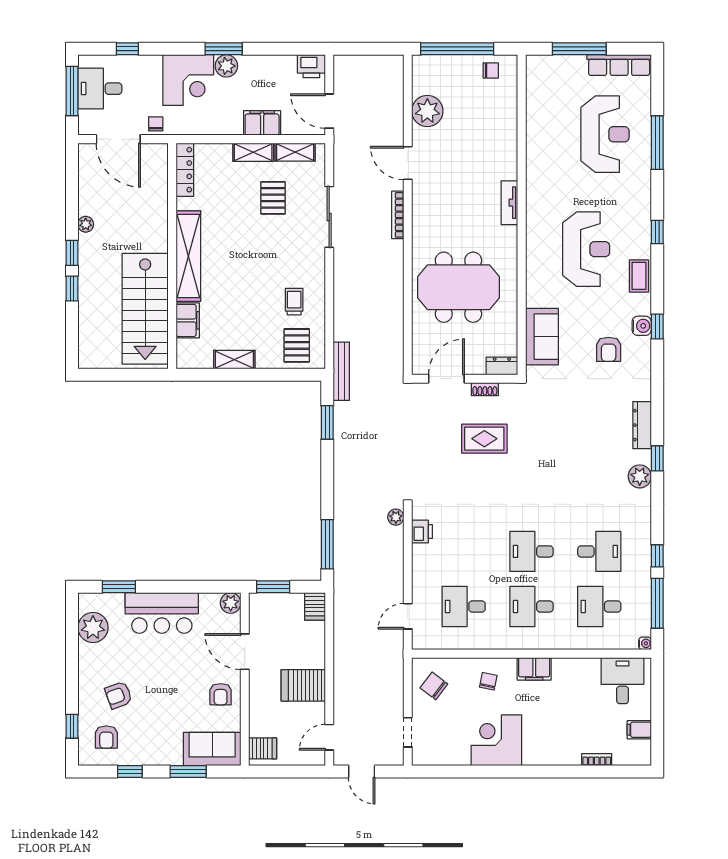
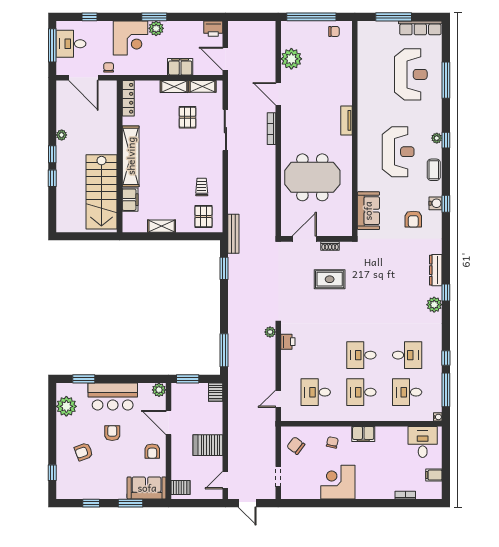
plant: (643, 229) -> (437, 138), added
dresser: (502, 366) -> (341, 230), removed
armchair: (106, 737) -> (112, 433), moved, turned 180

